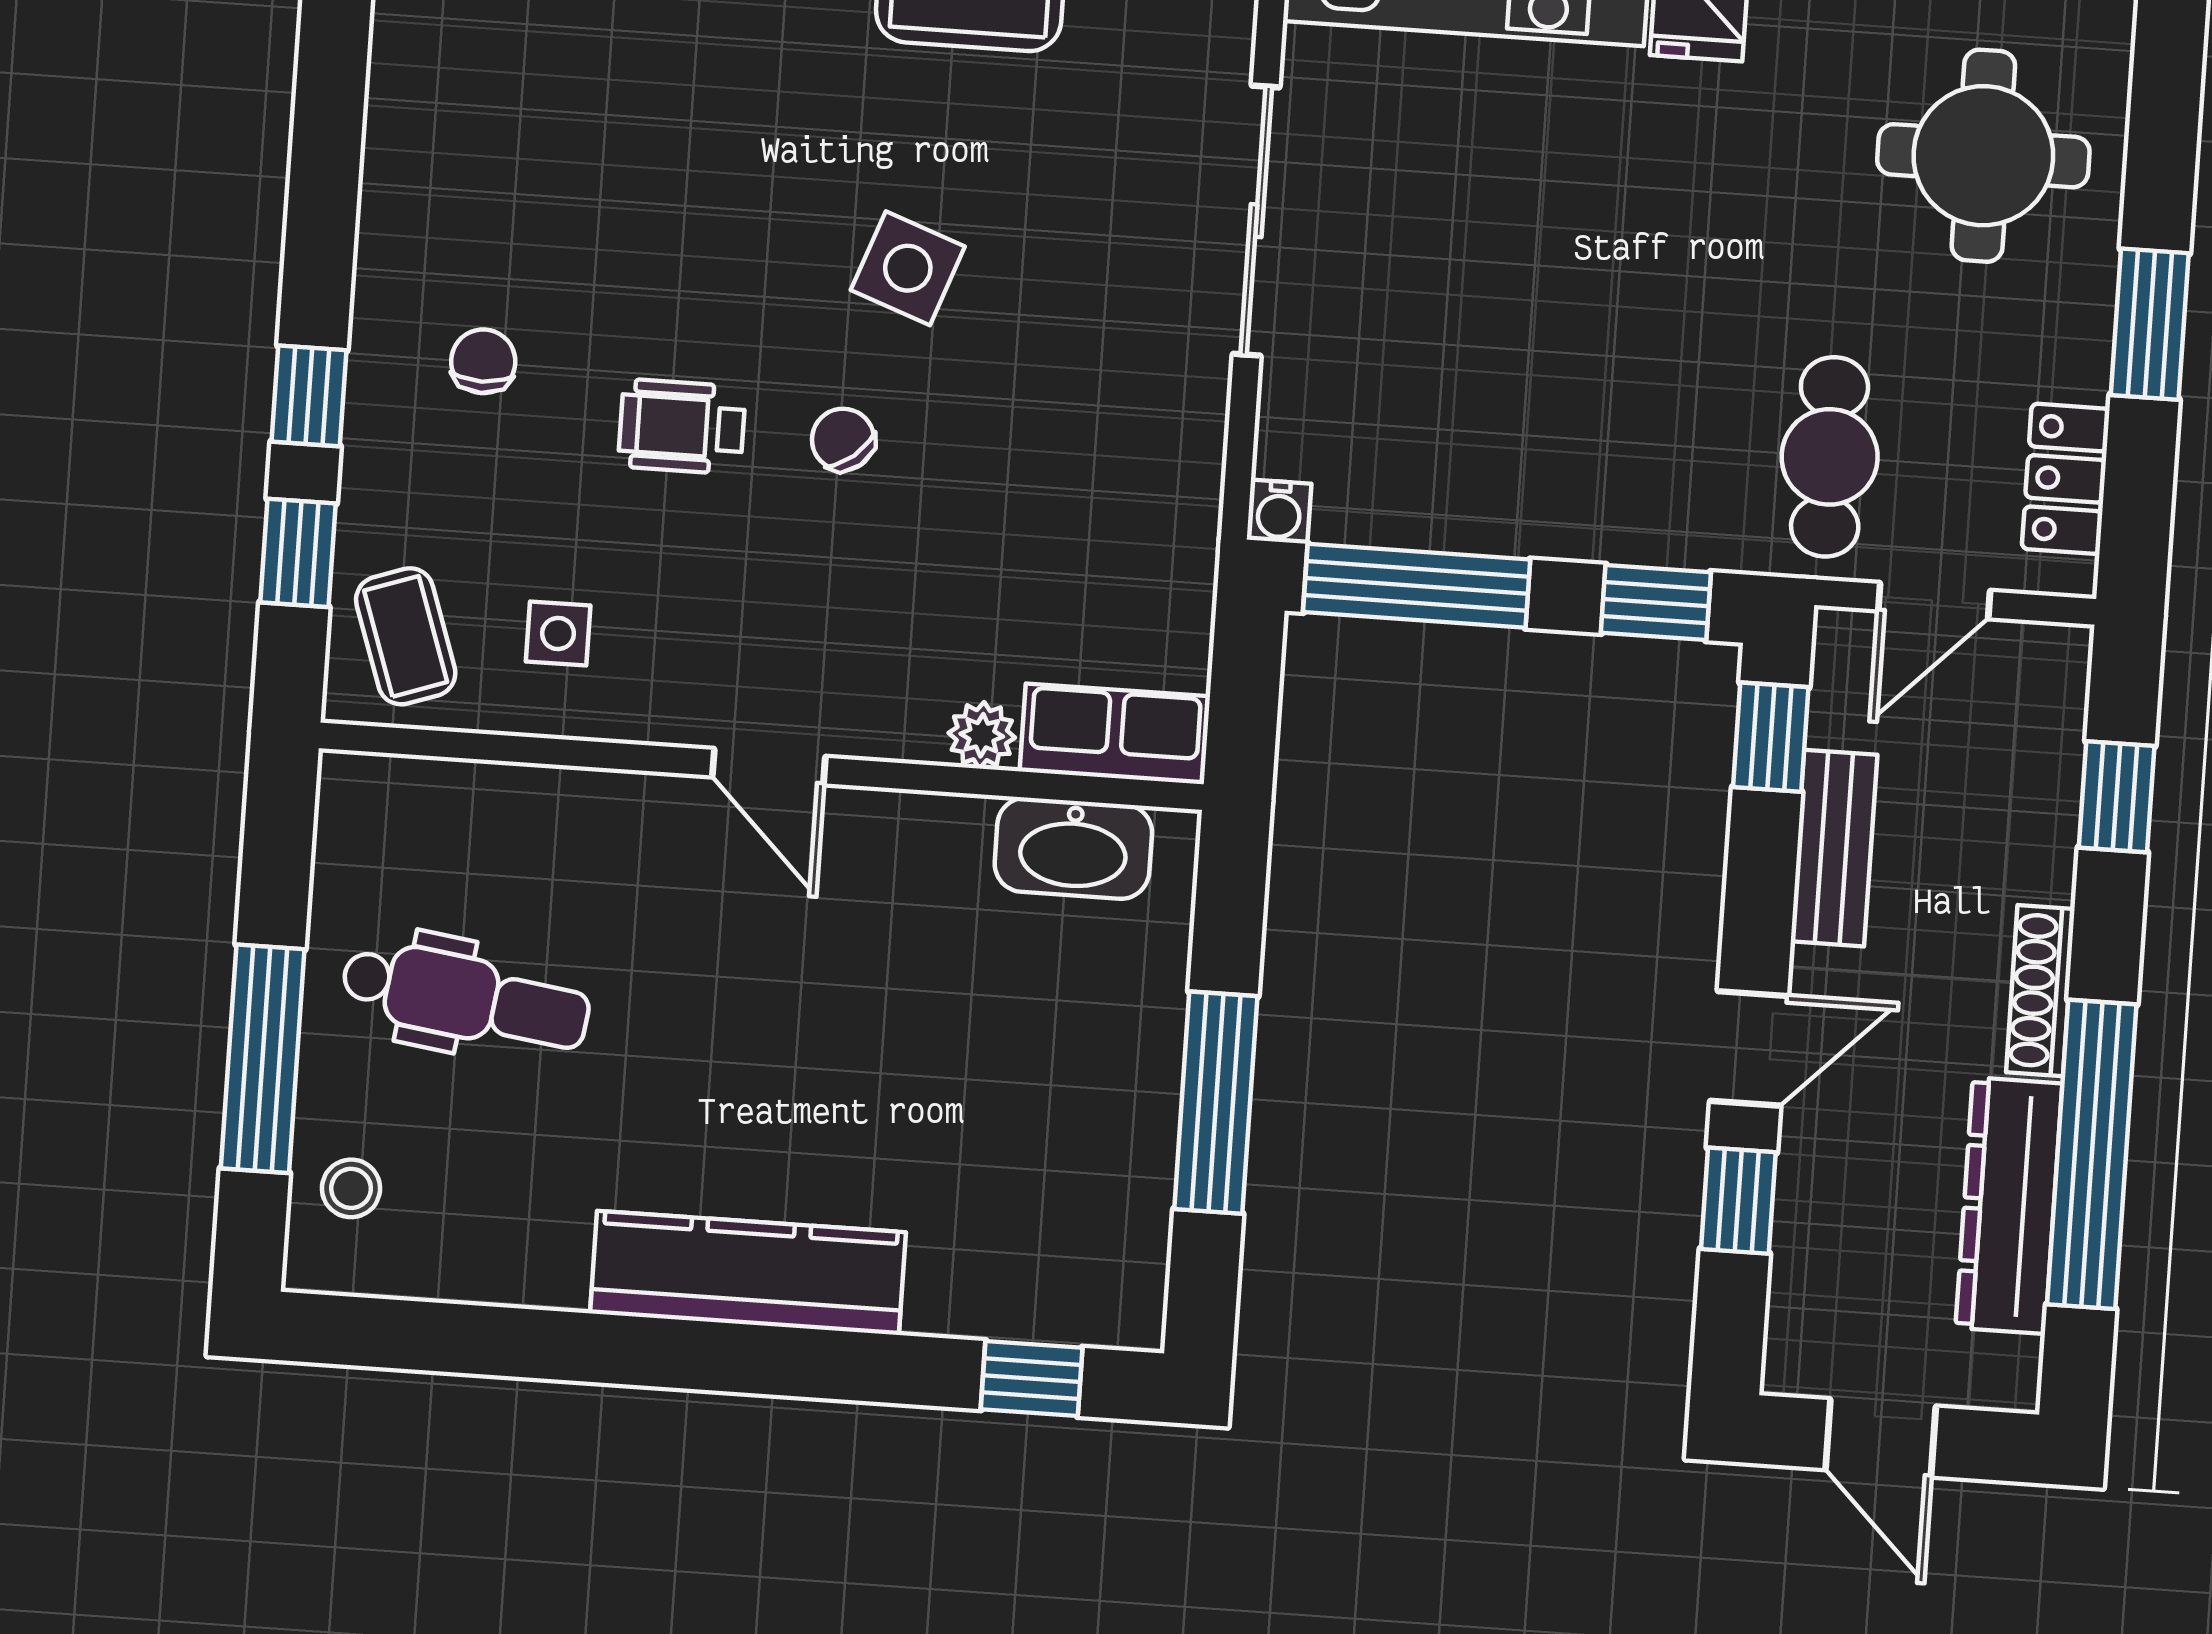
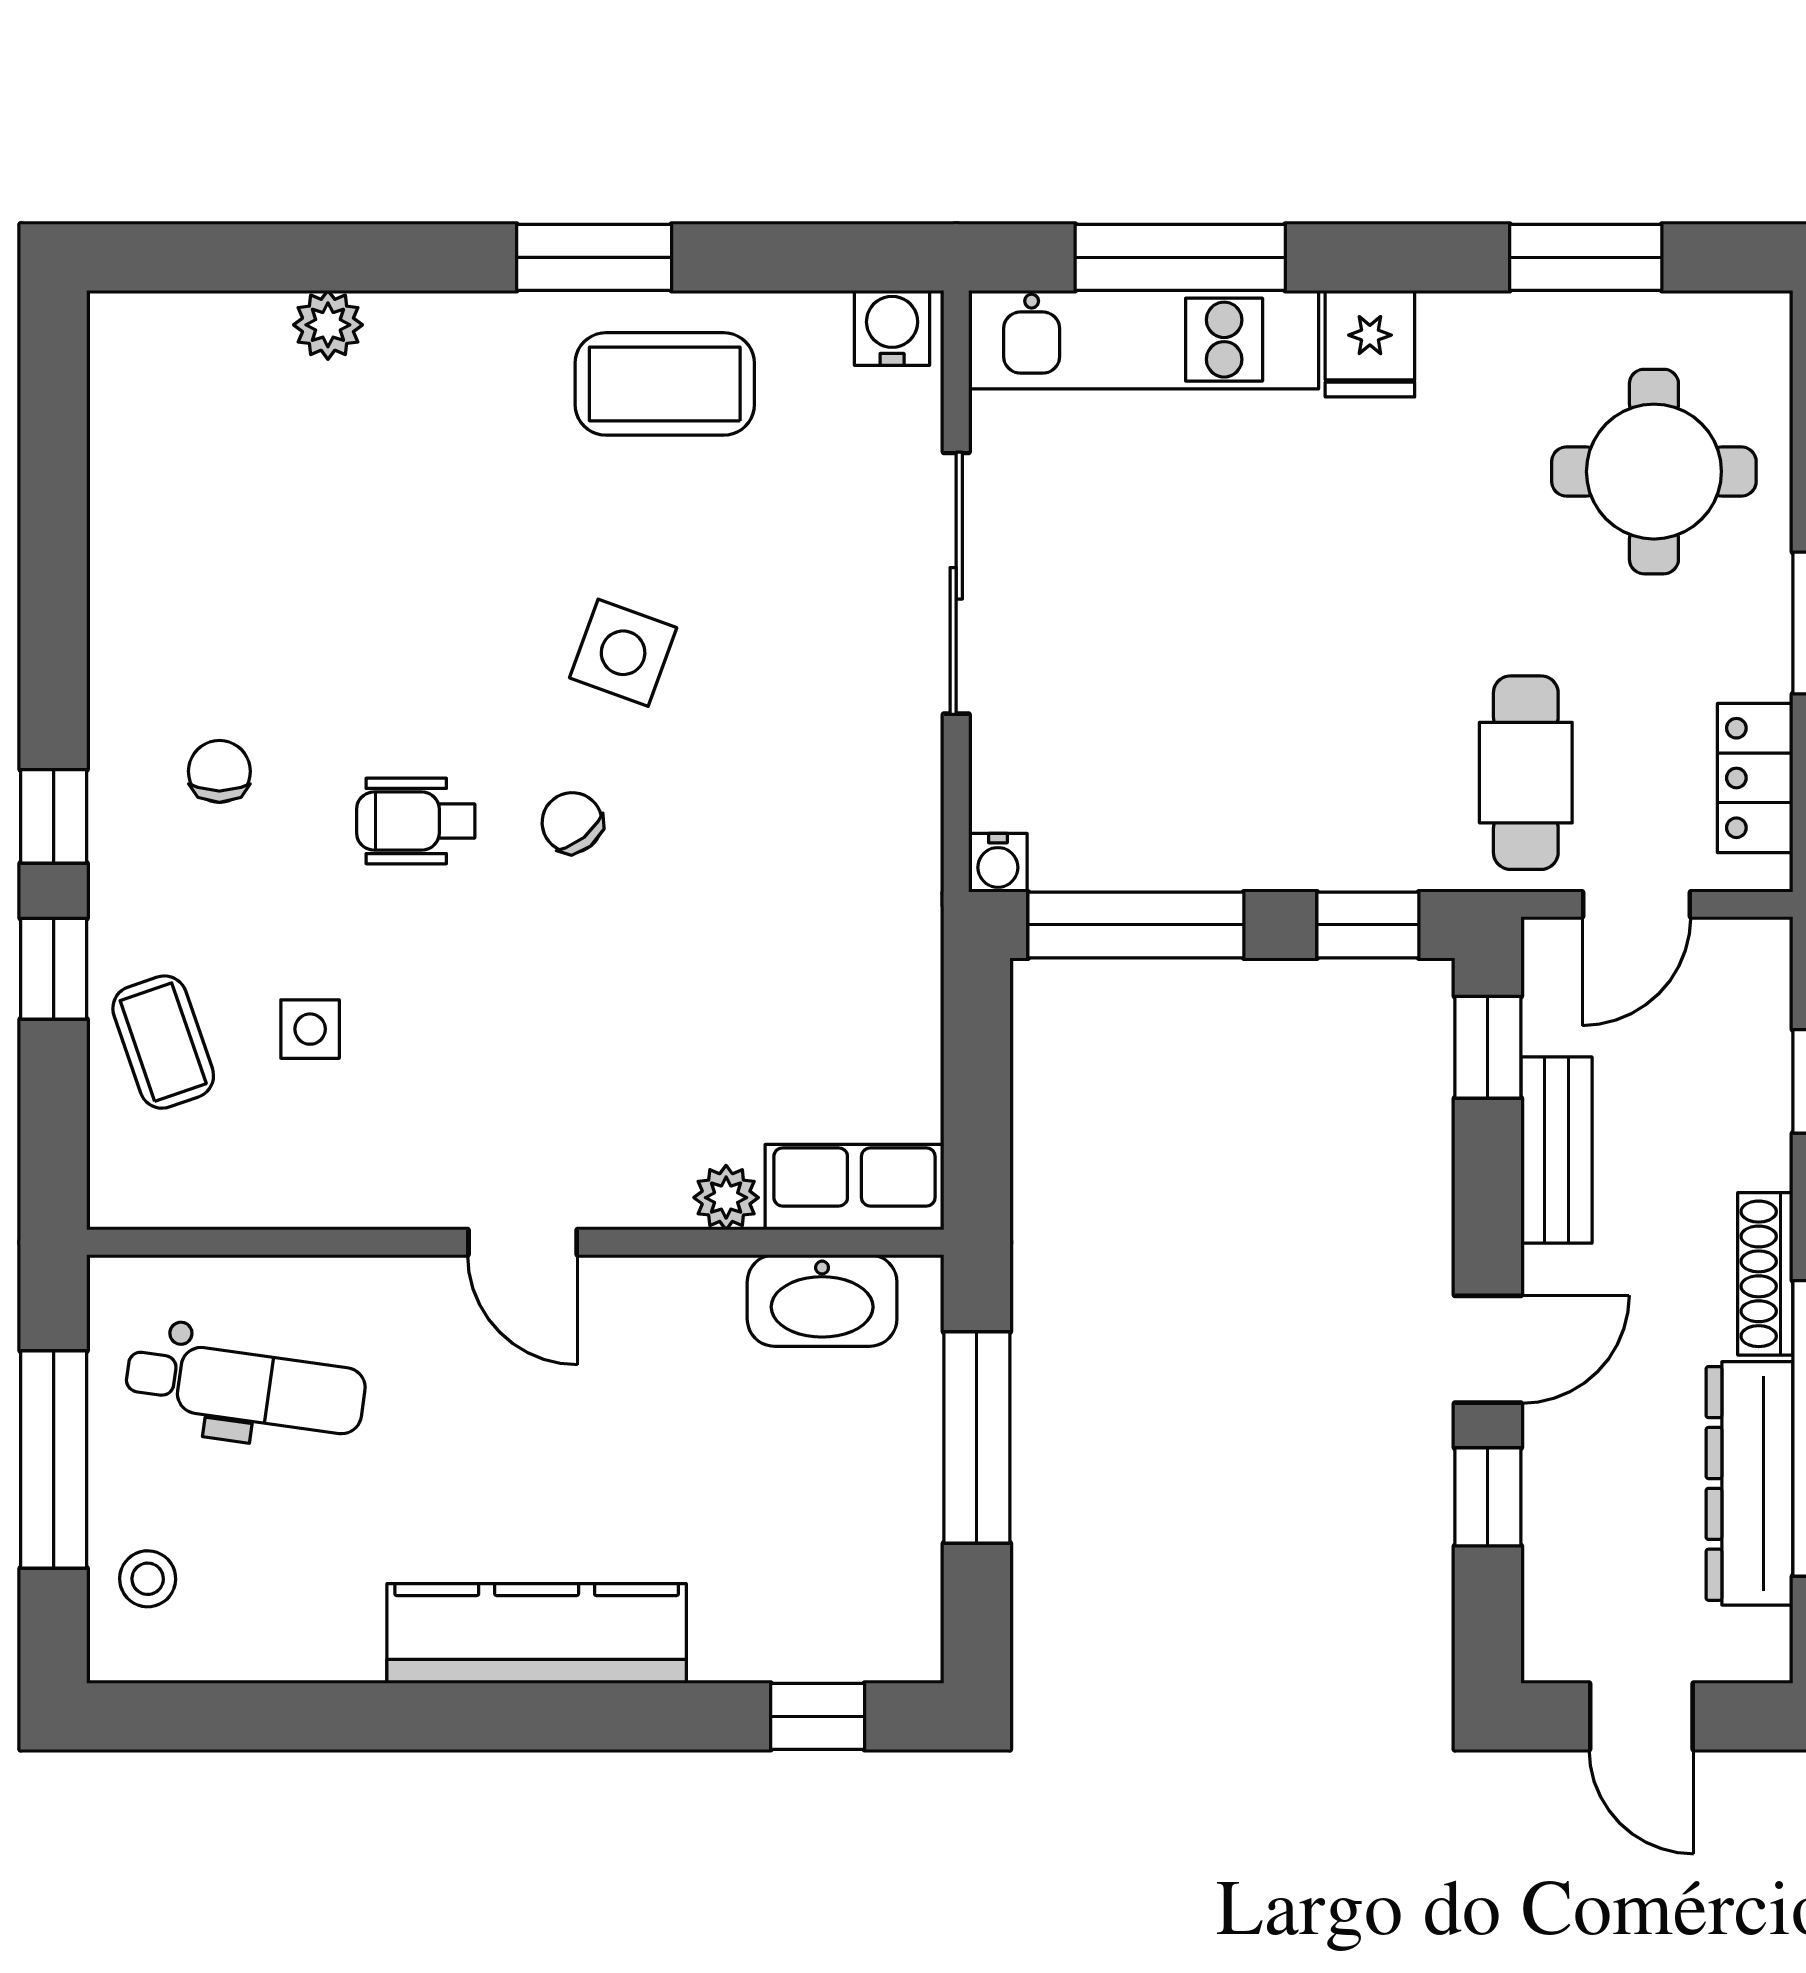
row of seats: (1115, 734) -> (854, 1187), moved
plant: (982, 735) -> (726, 1198), moved
wall: (761, 766) -> (515, 1242), moved
door: (769, 767) -> (523, 1242), moved
washbasin: (1073, 848) -> (822, 1300), moved

